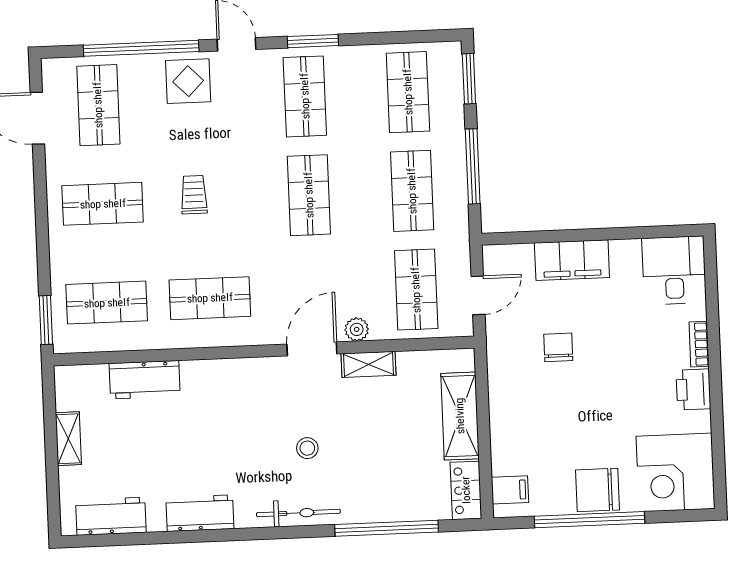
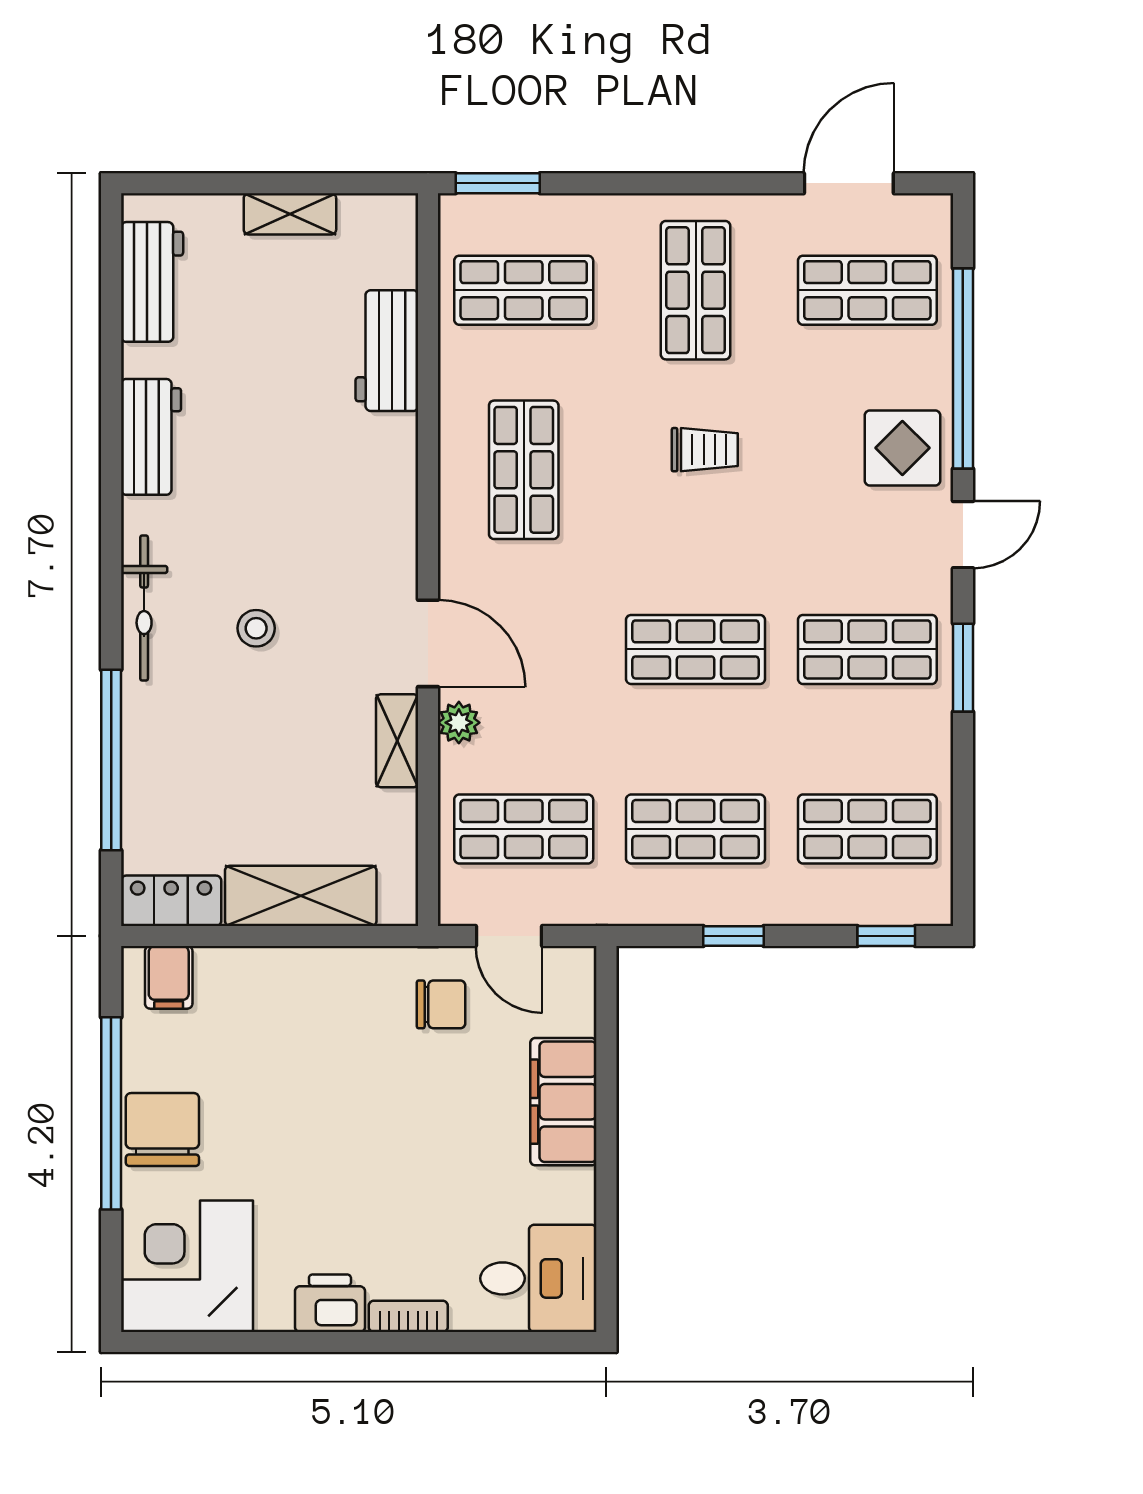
window: (469, 79) -> (886, 936), width x0.67
window: (473, 166) -> (734, 936), width x0.46
shop shelf: (107, 303) -> (524, 290), turned 90
chair: (558, 347) -> (441, 1004), moved

